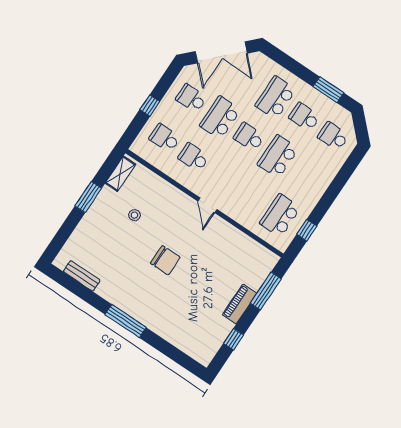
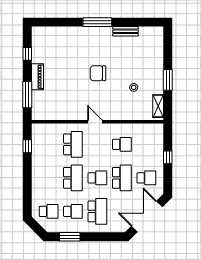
school desk: (165, 138) -> (146, 144), removed
school desk: (280, 215) -> (73, 144), moved
bench: (82, 276) -> (126, 31), moved

